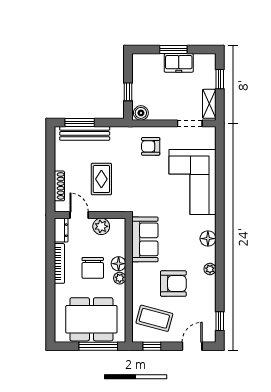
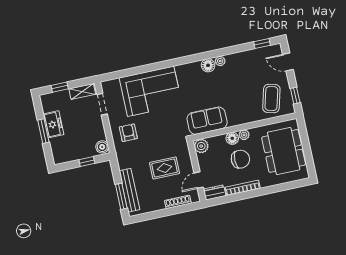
armchair: (151, 146) -> (128, 133), turned 180
plant: (101, 226) -> (201, 146), moved
floor lamp: (208, 239) -> (208, 65), moved
armchair: (173, 284) -> (239, 89), removed
window: (98, 346) -> (305, 140), removed

